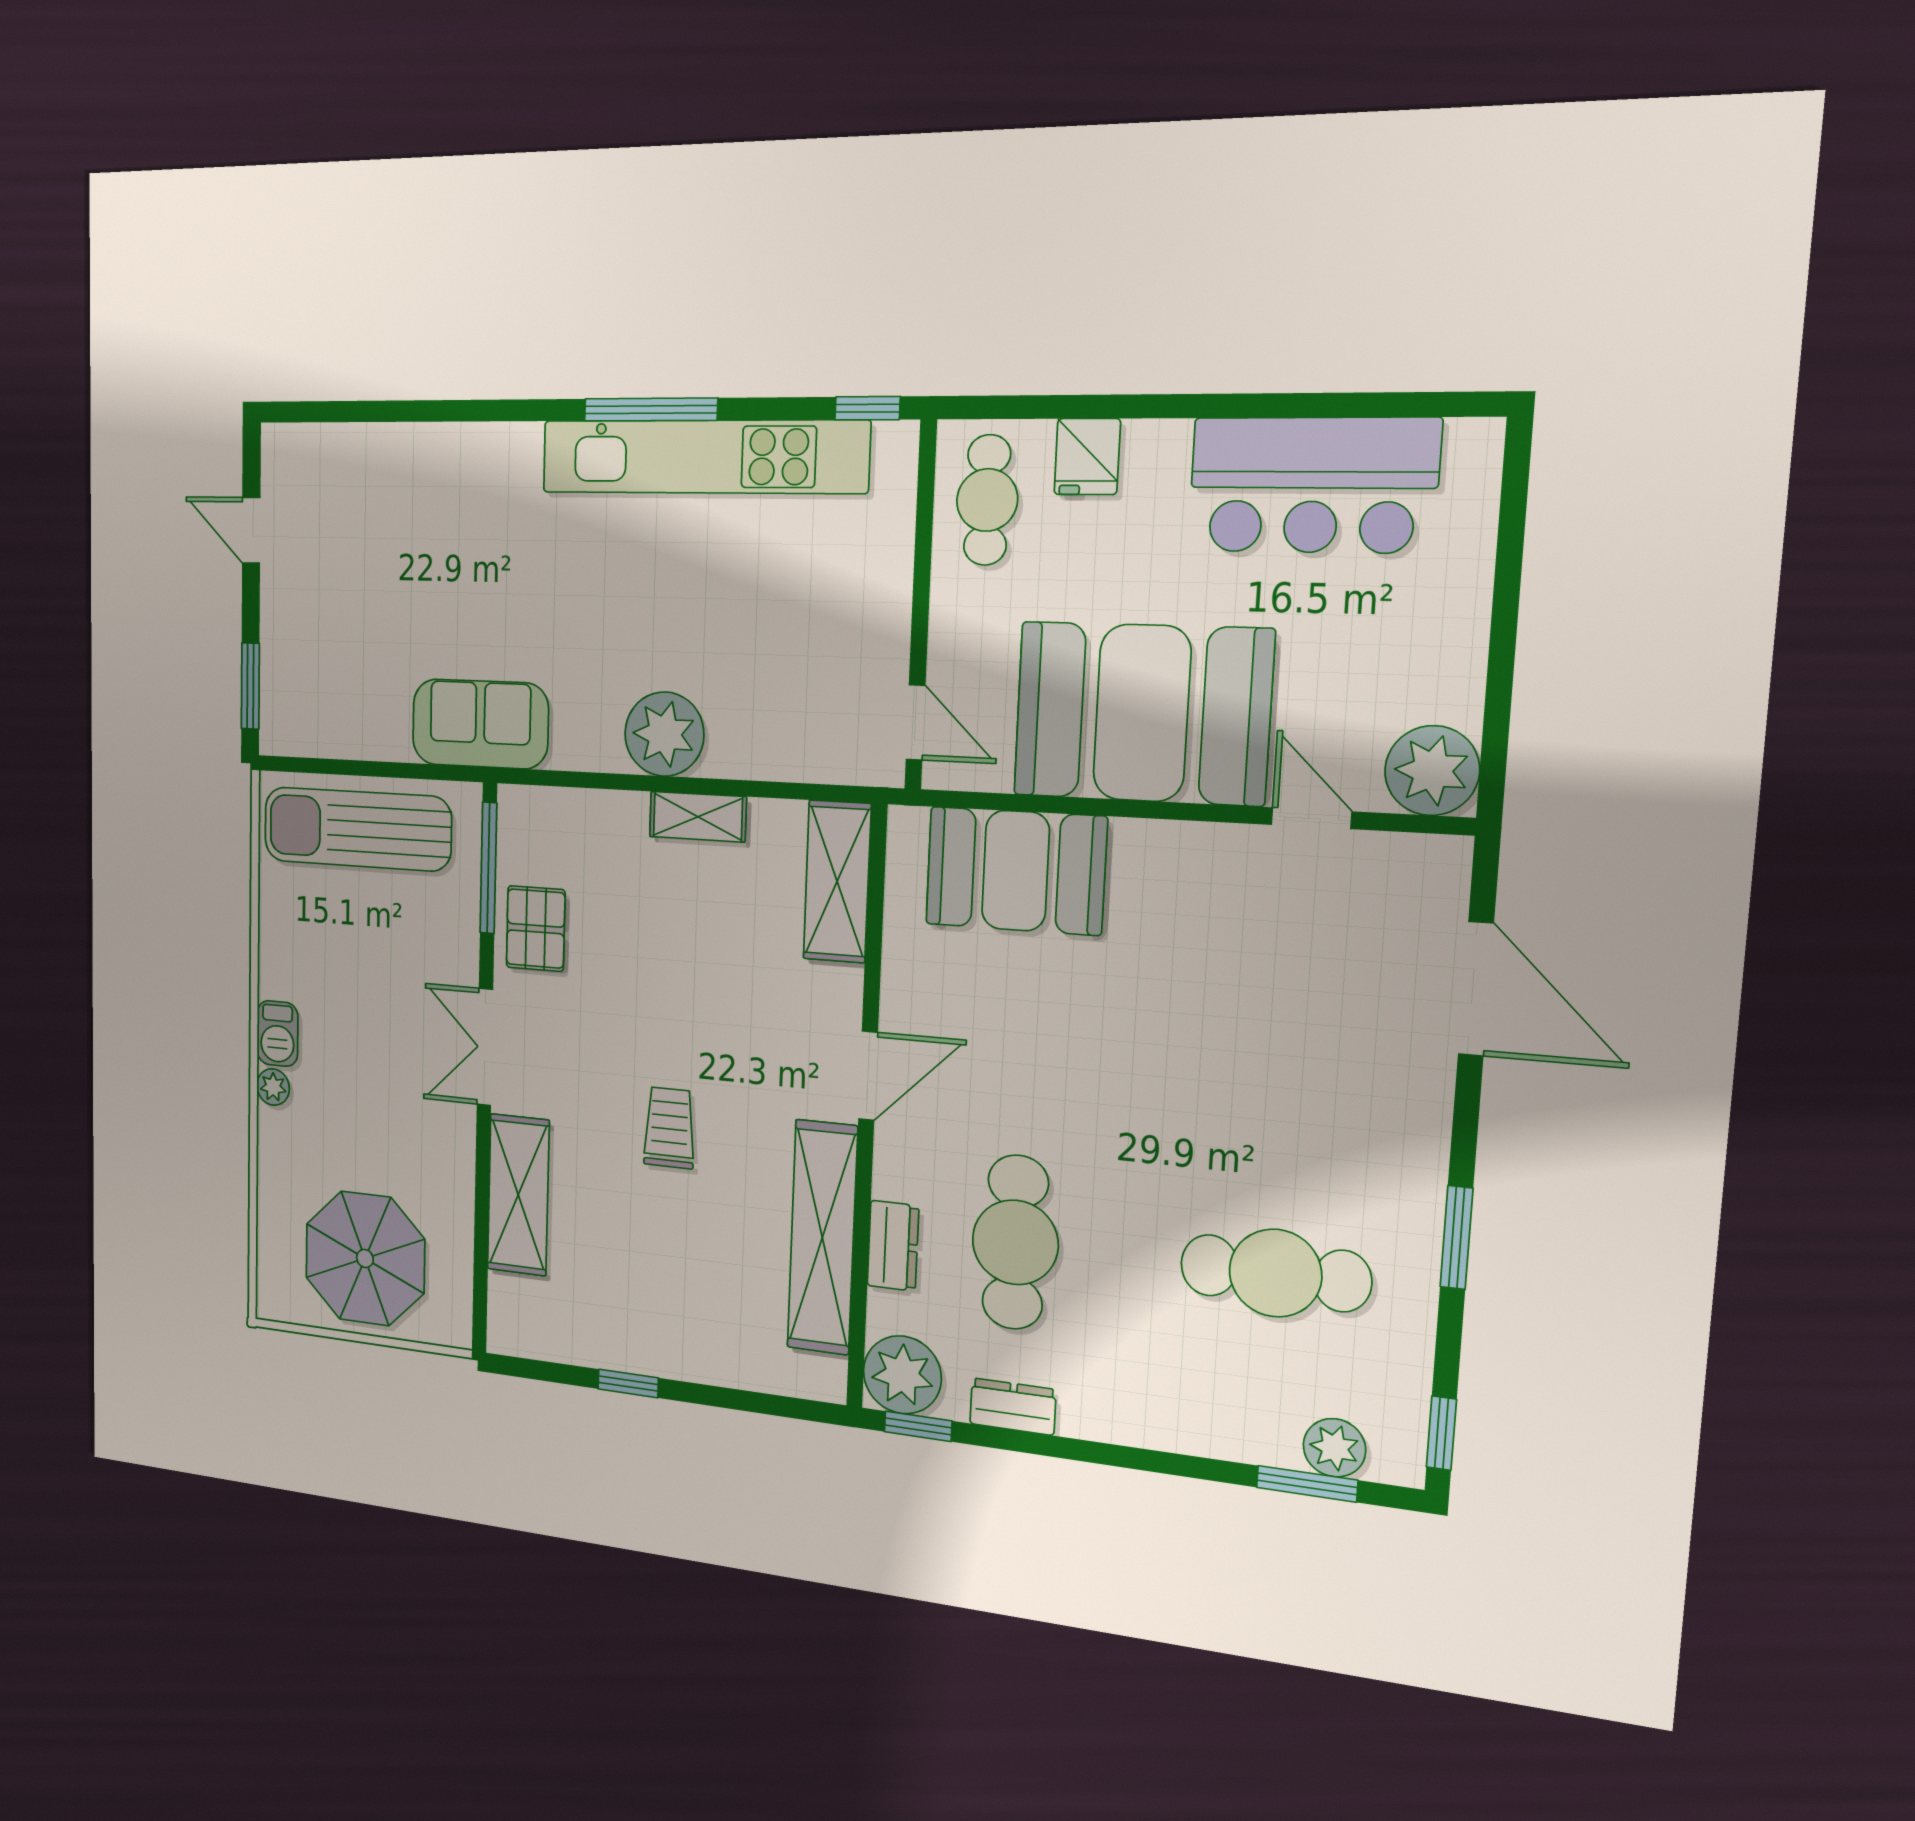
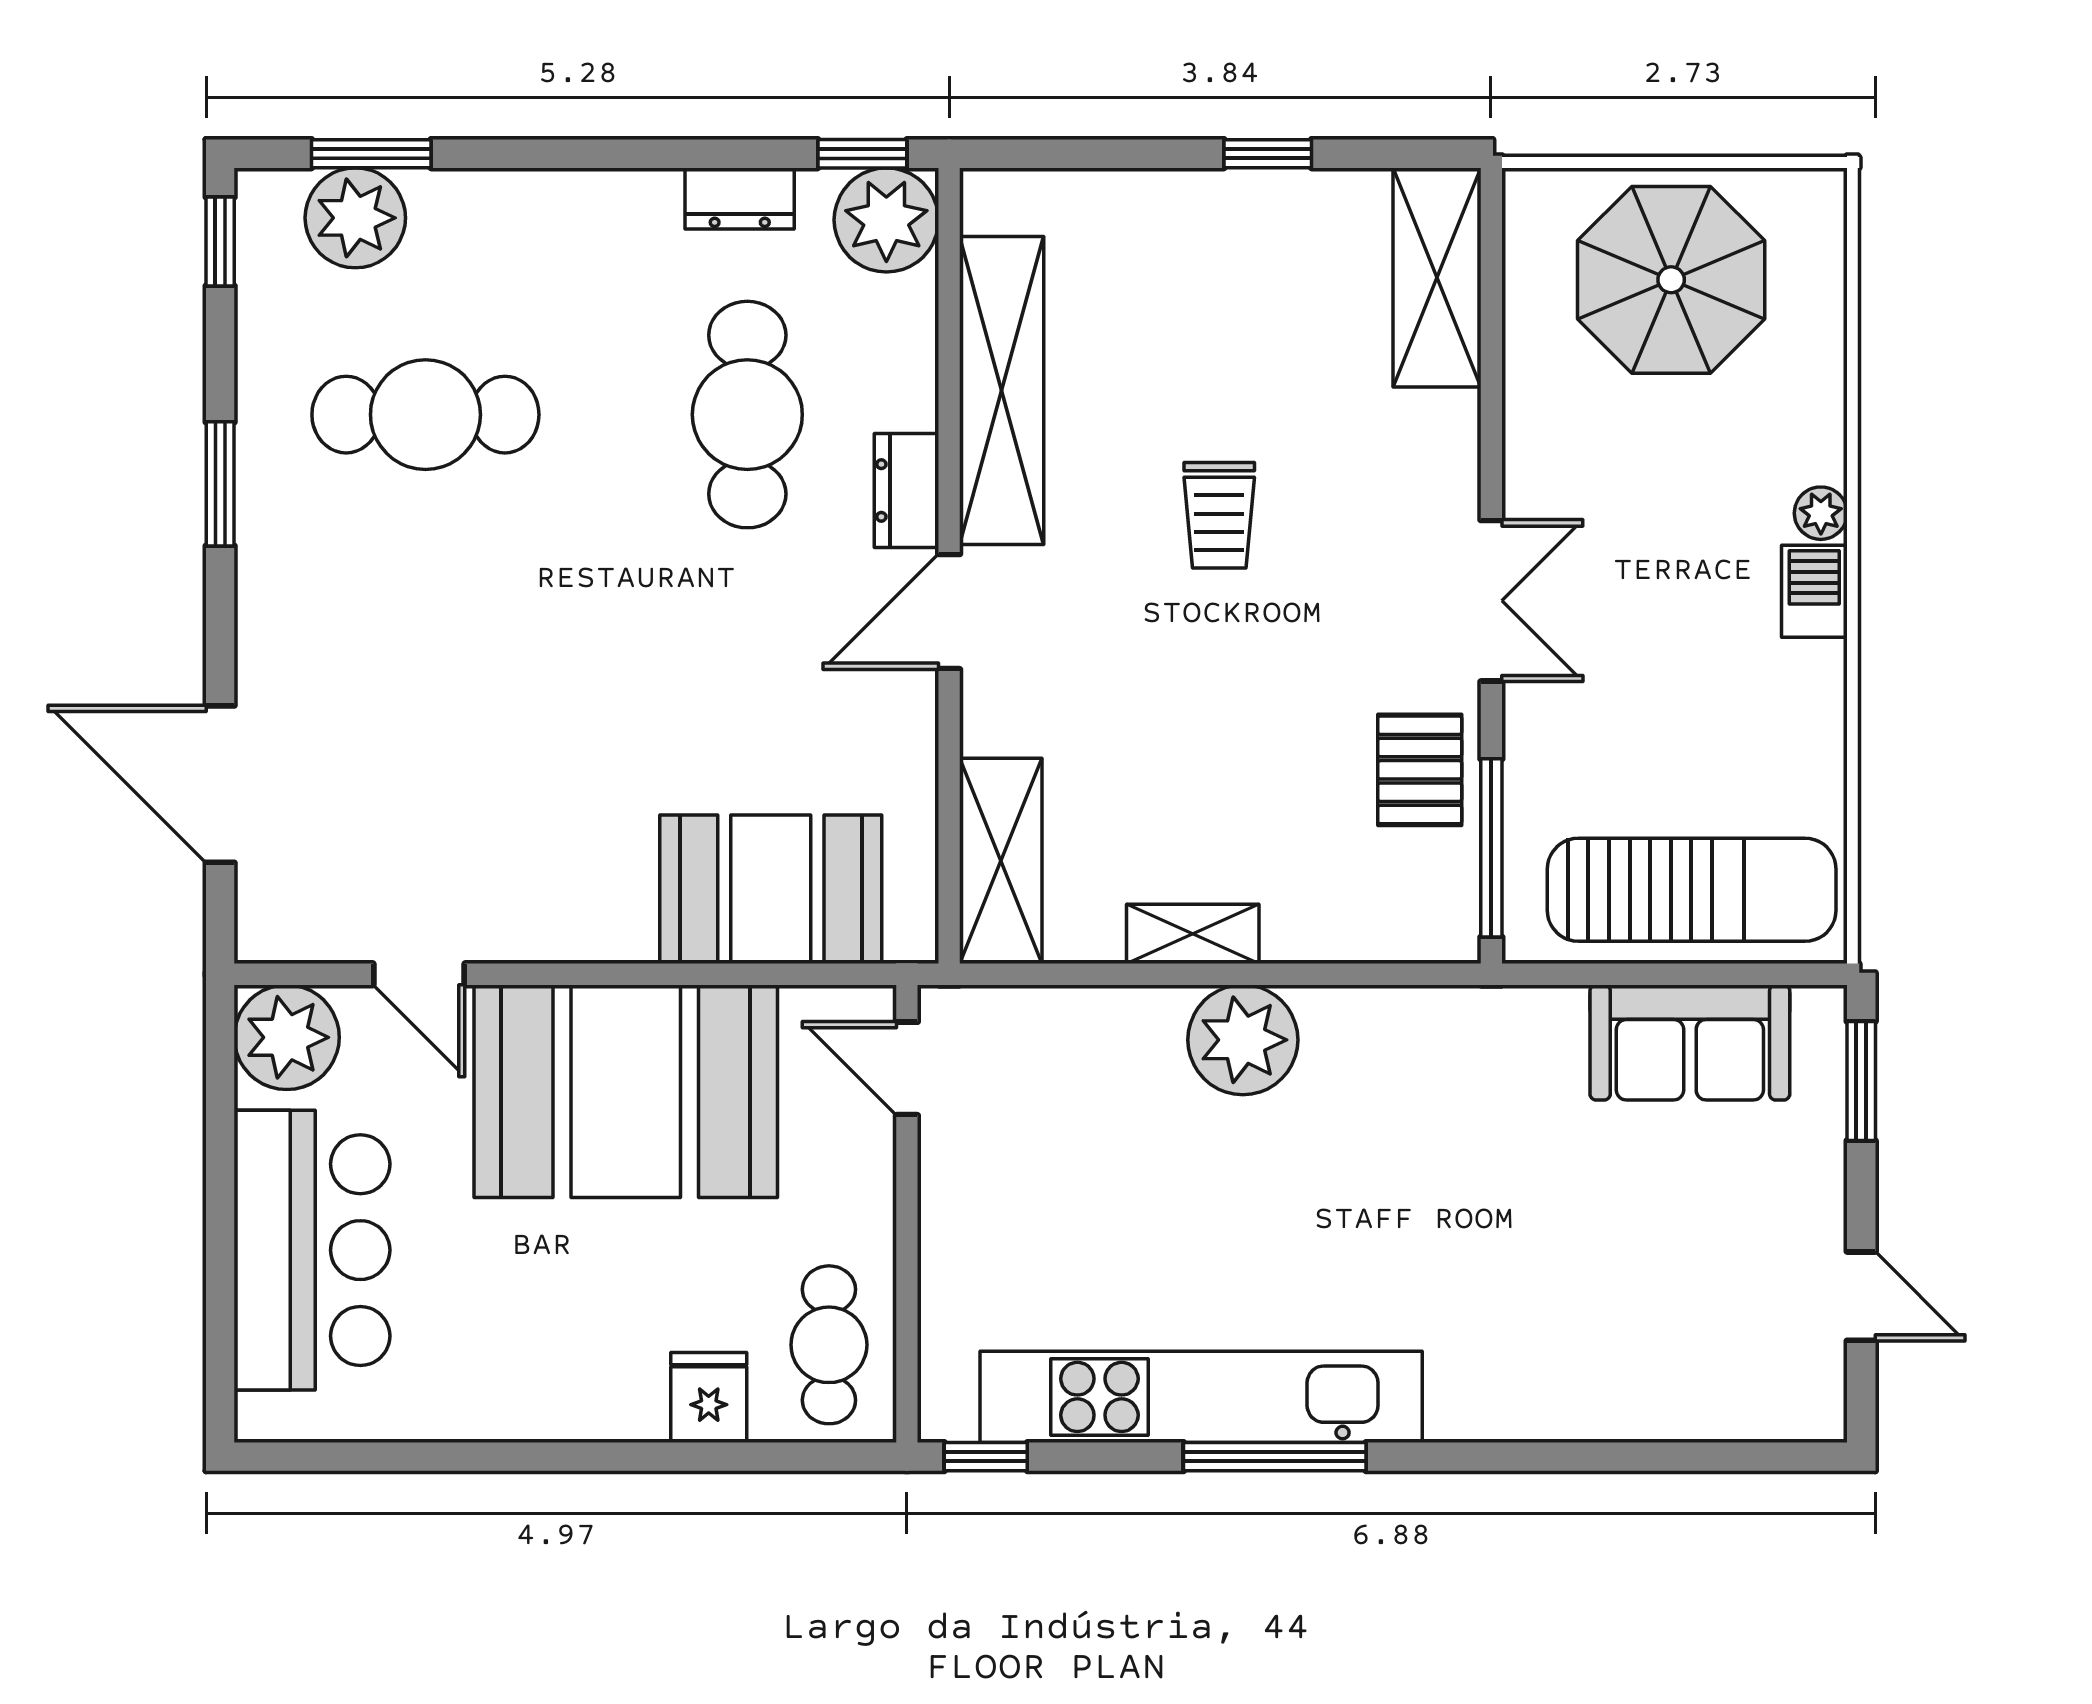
bar counter: (1313, 485) -> (312, 1250), moved, turned 90
sofa: (480, 724) -> (1690, 1042), moved
shelving: (518, 1195) -> (1437, 277), moved
dresser: (893, 1246) -> (906, 490), moved
plant: (1334, 1448) -> (355, 218), width x1.36, depth x1.36

